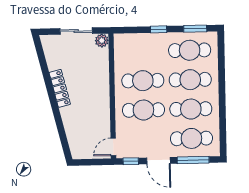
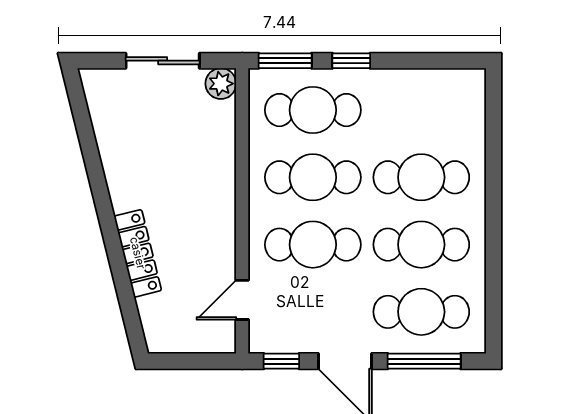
window: (195, 29) -> (285, 61), moved
cafe table: (190, 50) -> (313, 110), moved
locker: (60, 88) -> (138, 253), moved
door: (113, 147) -> (242, 300), moved

